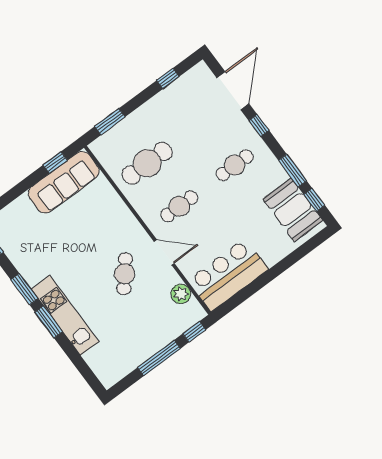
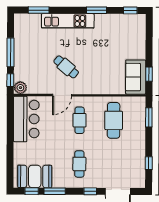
sofa: (64, 182) -> (136, 77), width x0.73
plant: (181, 294) -> (20, 88), moved
window: (49, 322) -> (39, 10), moved

